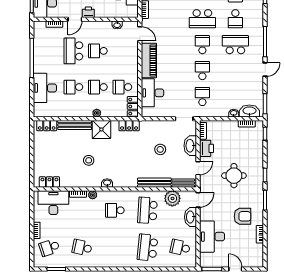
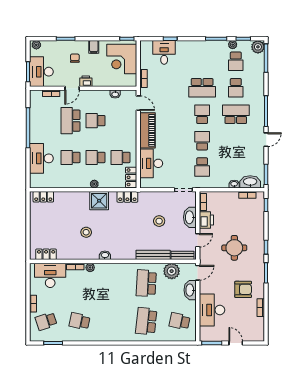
school desk: (202, 97) -> (202, 167), turned 180
bench: (75, 125) -> (72, 196), removed
school desk: (115, 210) -> (113, 283), removed

